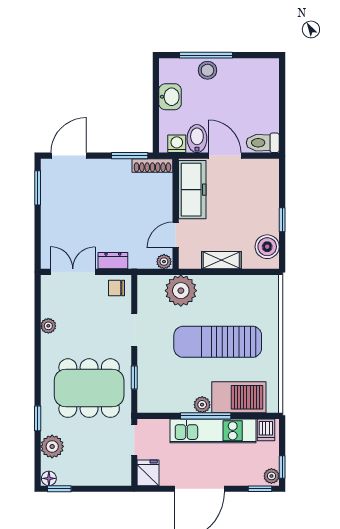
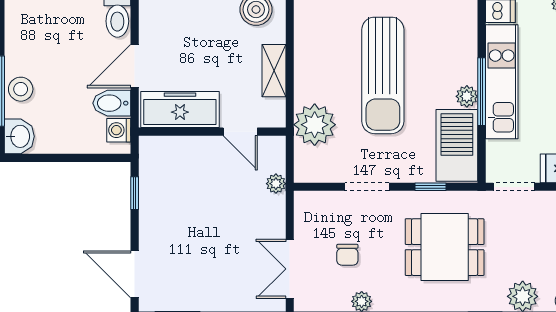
washbasin: (170, 97) -> (19, 136), moved, turned 90
window: (130, 156) -> (135, 193), width x0.67
shoe rack: (152, 165) -> (148, 163), removed
dresser: (113, 261) -> (275, 215), removed
plant: (164, 262) -> (276, 184), moved
chair: (116, 288) -> (347, 255), moved
dining table: (89, 388) -> (445, 247), width x0.73
barbecue: (239, 397) -> (457, 145), moved

